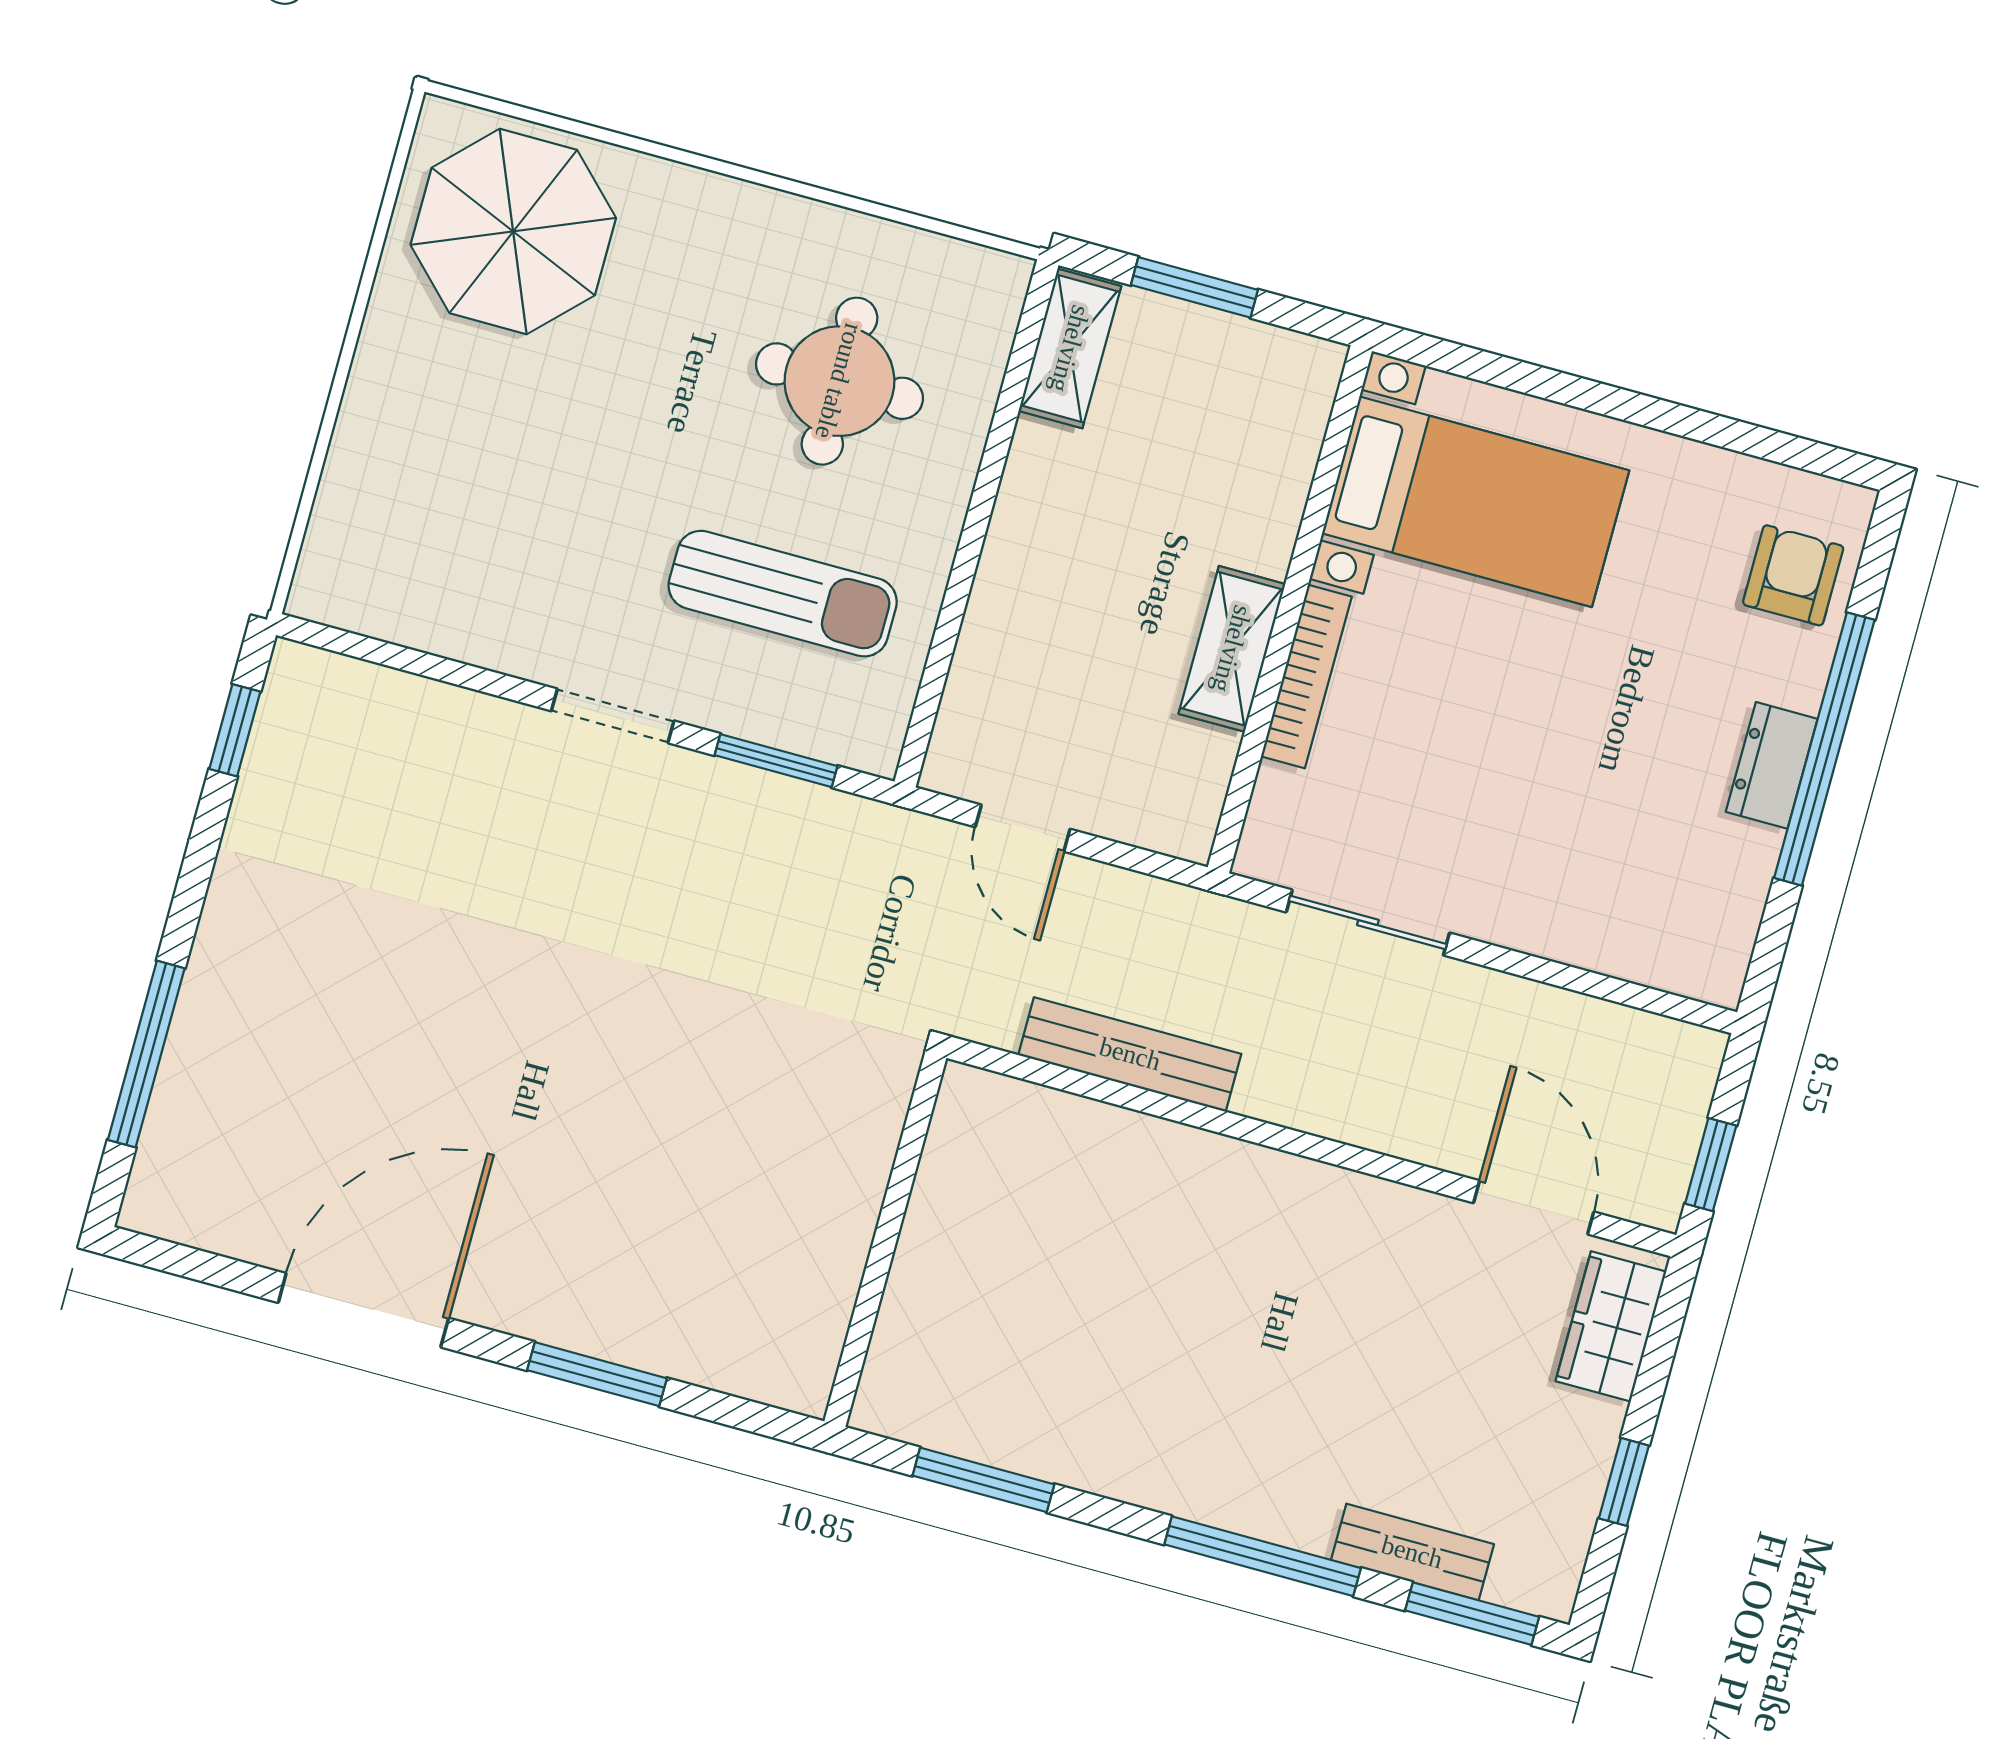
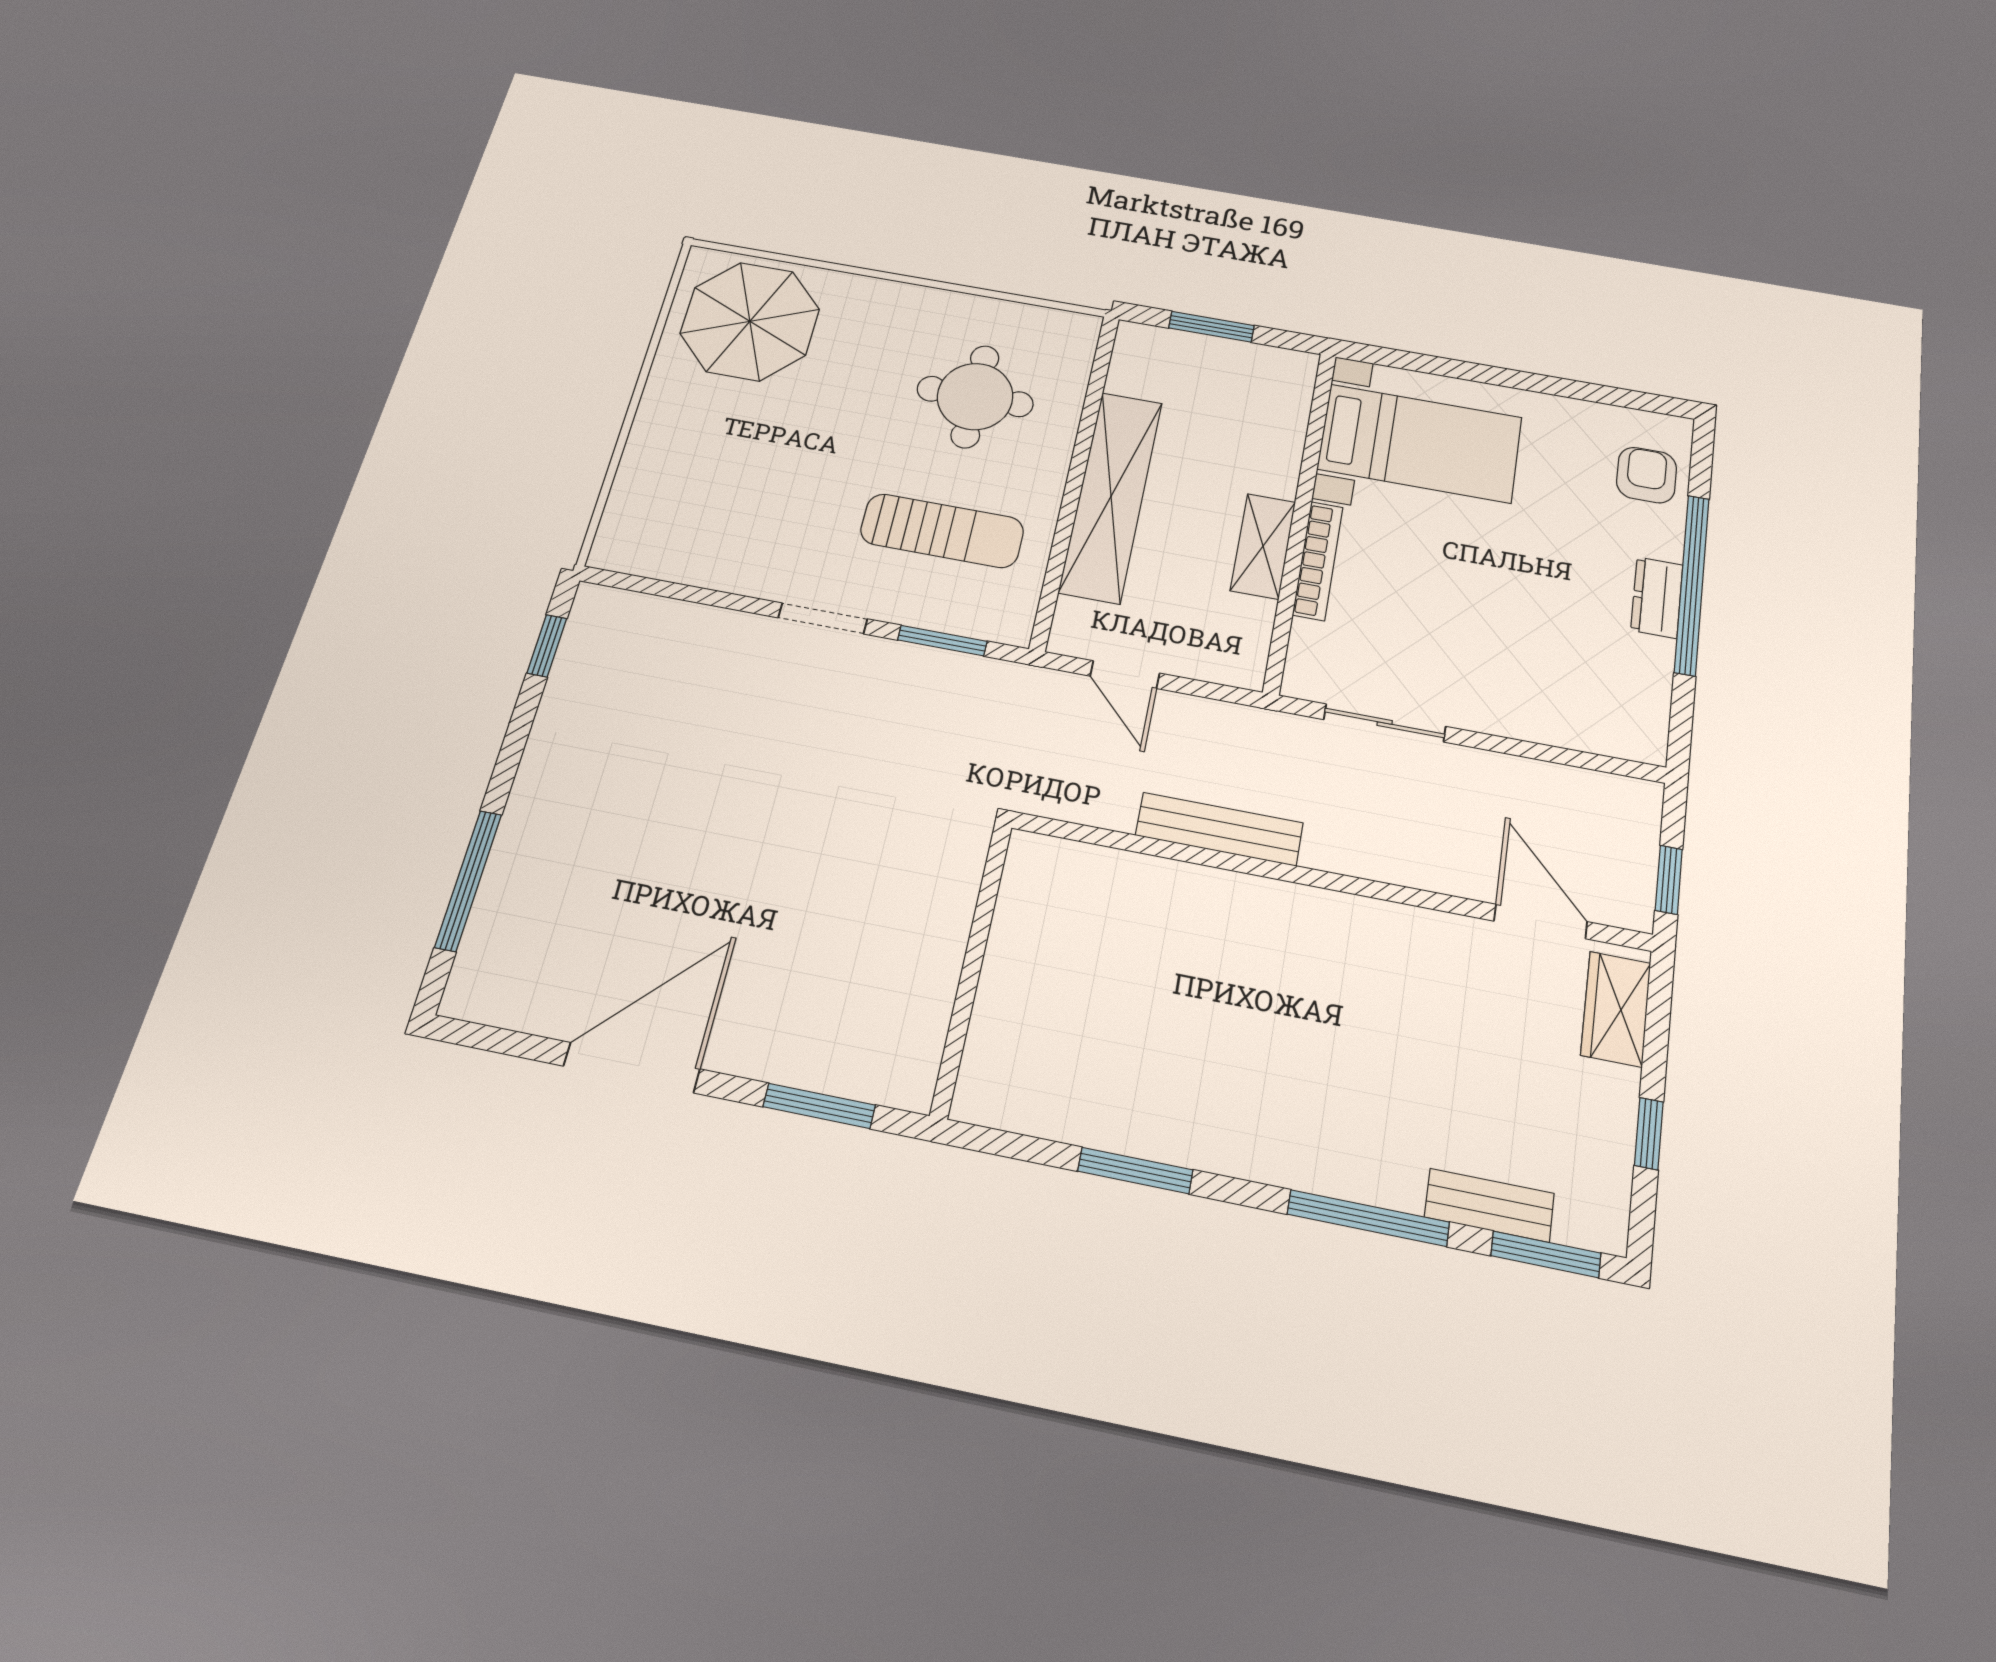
shelving: (1070, 349) -> (1111, 496), moved, width x2.20, depth x1.33
wall: (885, 1240) -> (972, 968), moved

